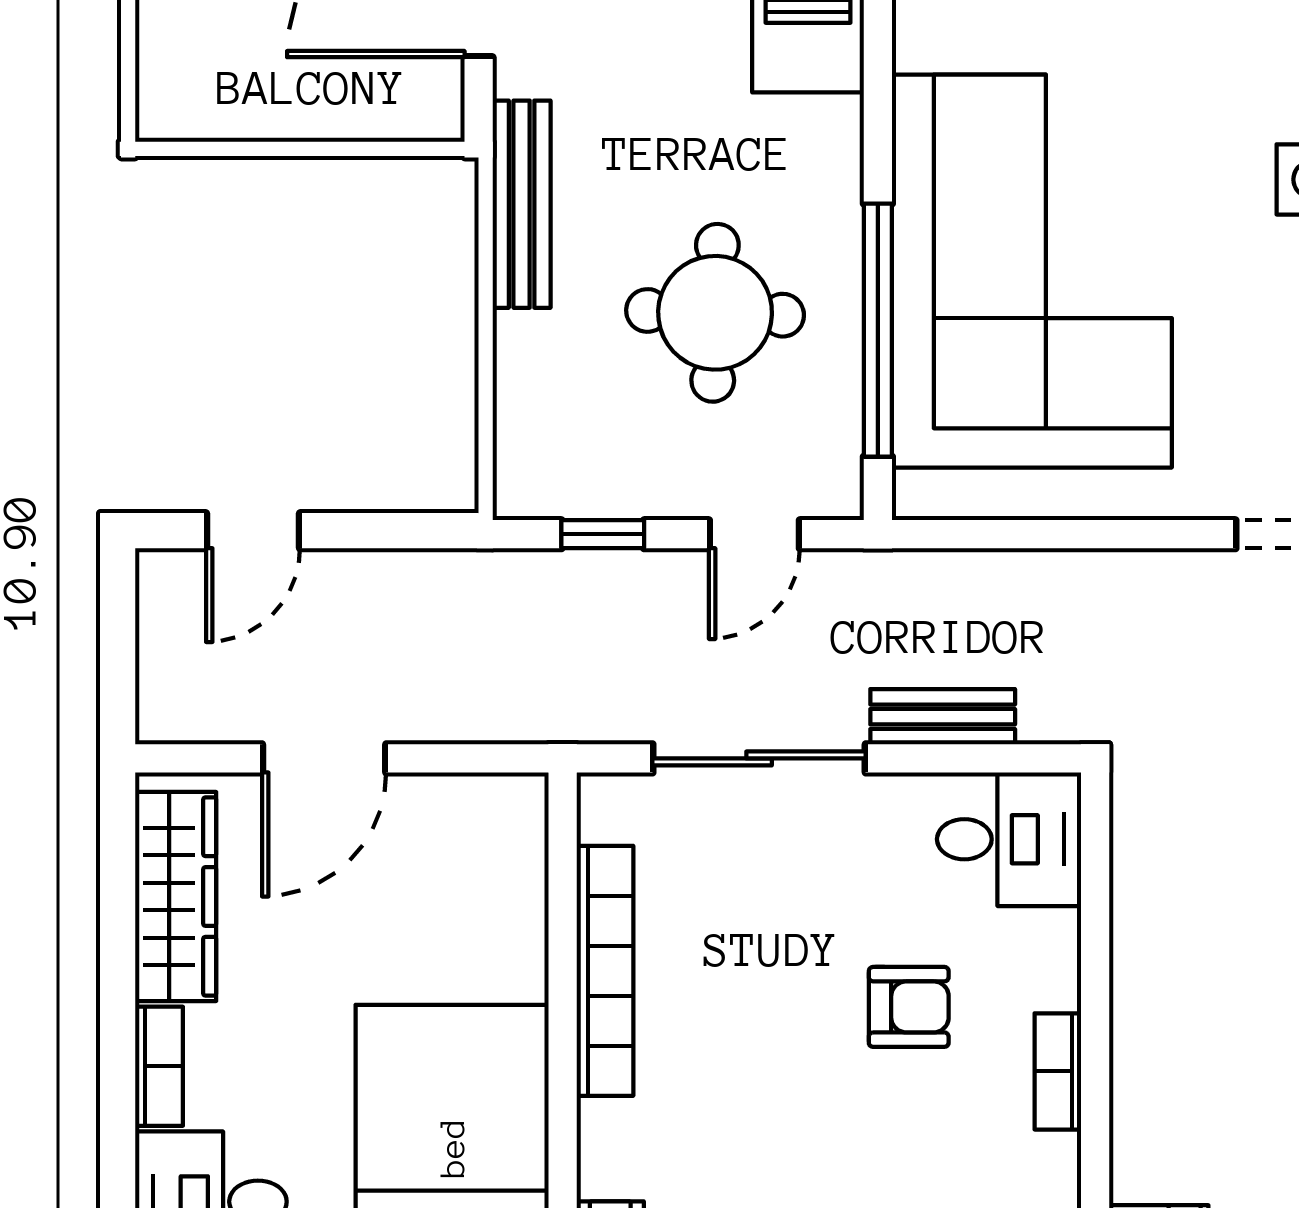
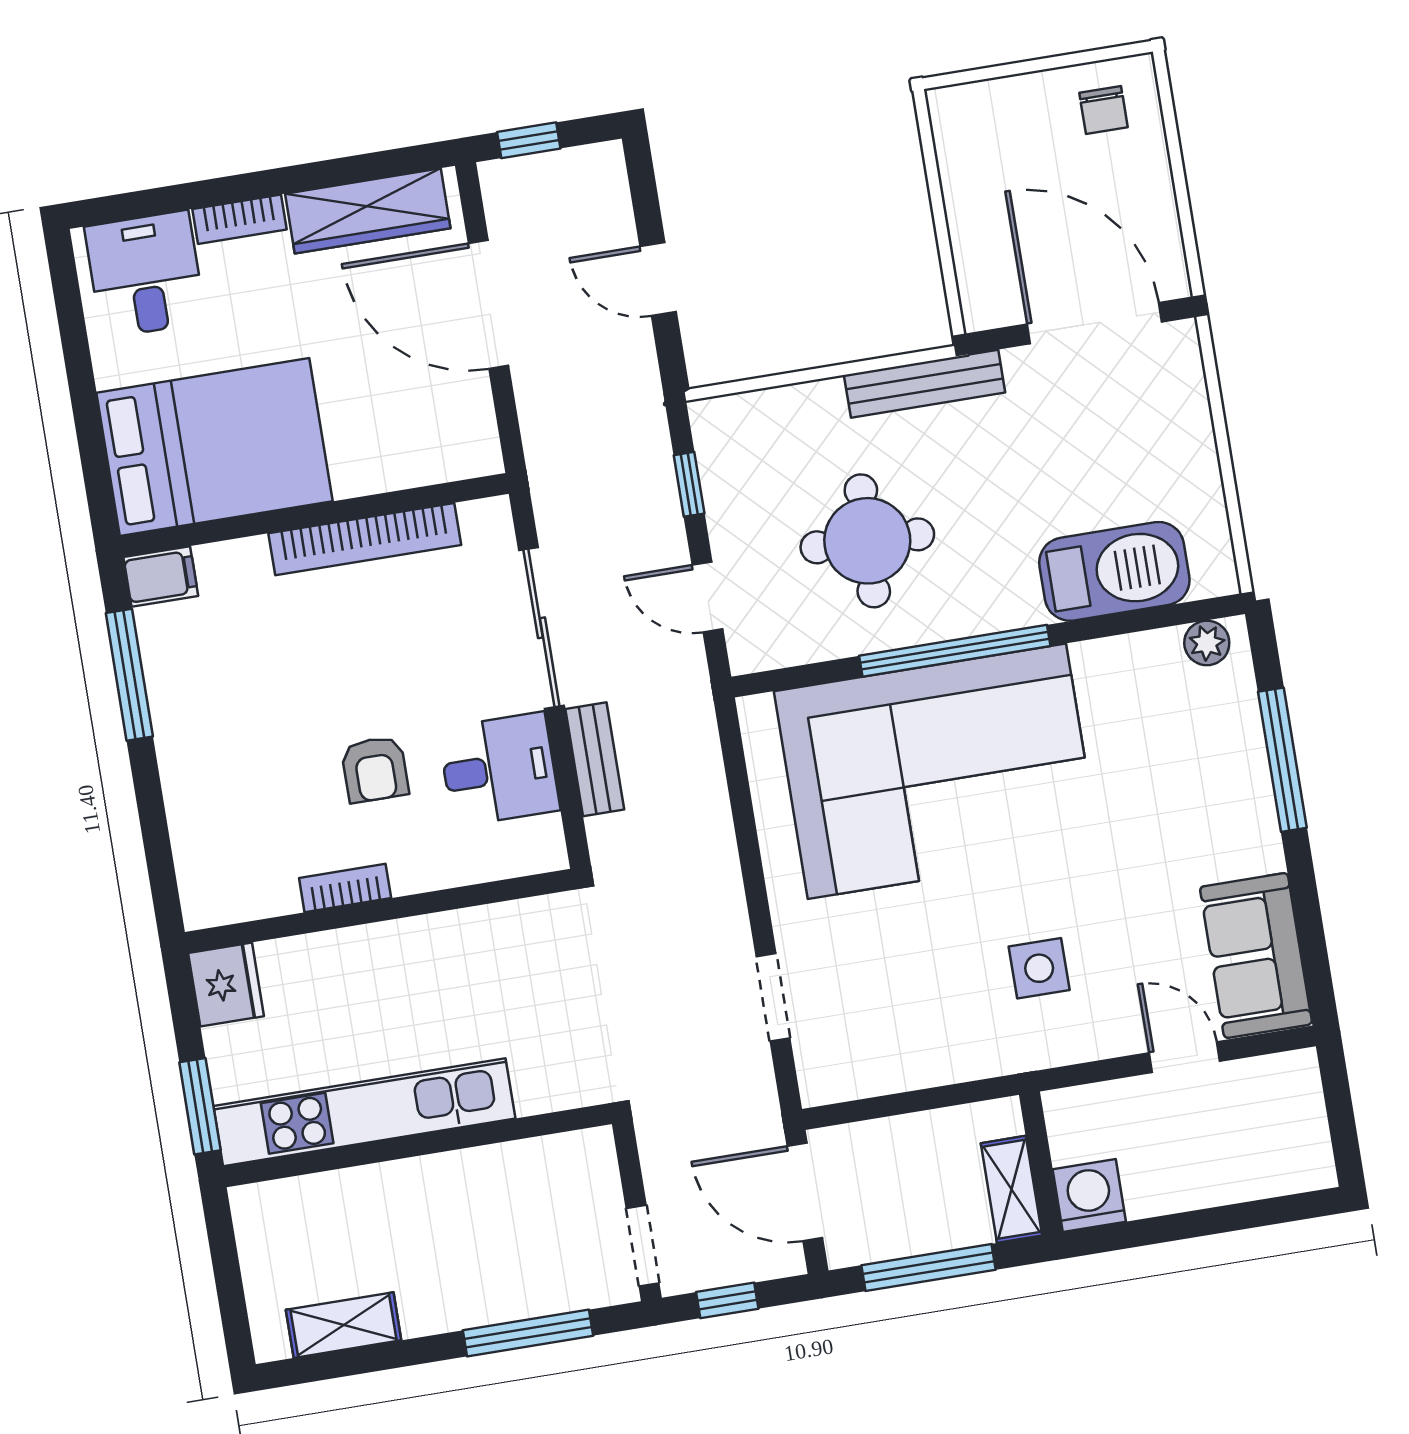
window: (878, 330) -> (955, 651), moved
door: (253, 531) -> (658, 279), moved
window: (118, 670) -> (529, 140), added
door: (324, 758) -> (488, 305), width x1.36
desk: (1009, 839) -> (499, 769), moved, turned -90

